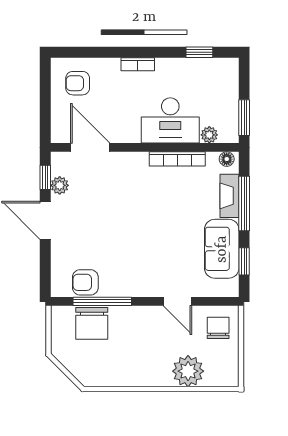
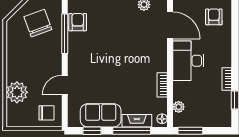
bookcase: (138, 64) -> (227, 79), moved
desk: (170, 120) -> (188, 61), moved
door: (90, 147) -> (170, 25), hinge flipped
bookcase: (177, 159) -> (162, 85), width x0.64
chair: (92, 323) -> (38, 23), moved, turned 70

